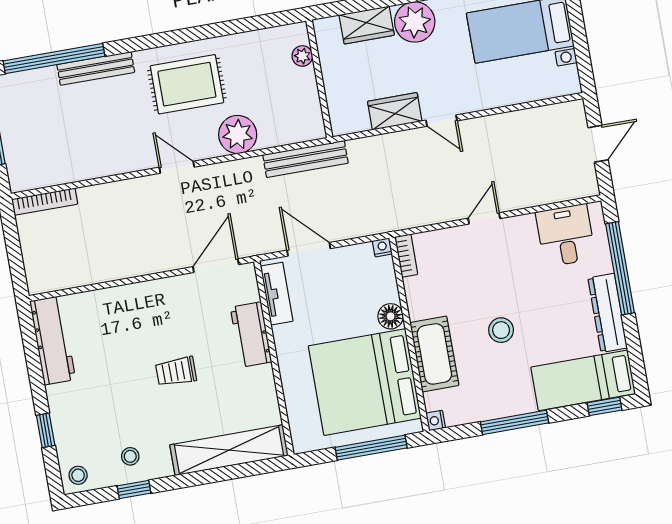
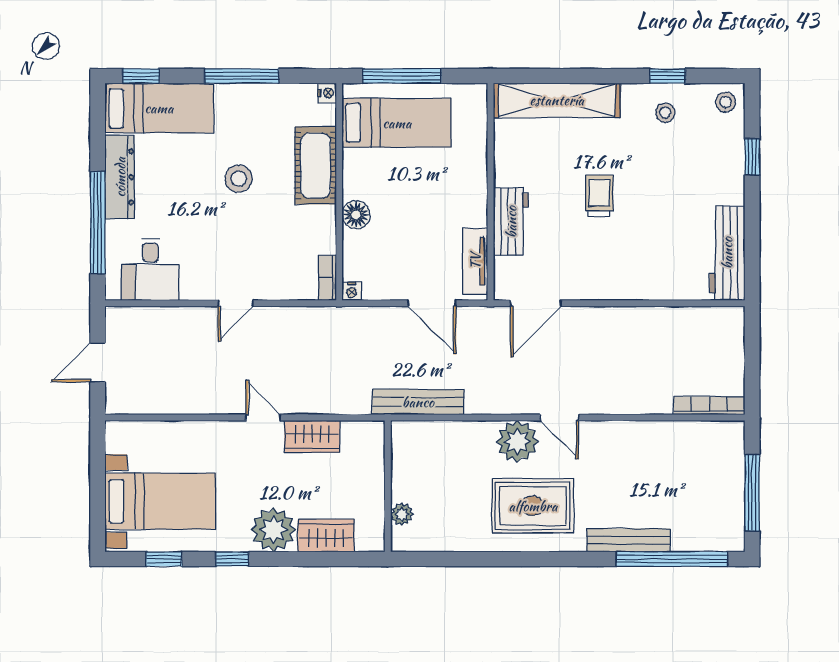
plant: (238, 134) -> (517, 441), moved
trolley: (176, 371) -> (599, 196), turned -90
bed: (365, 382) -> (397, 123), width x0.49

